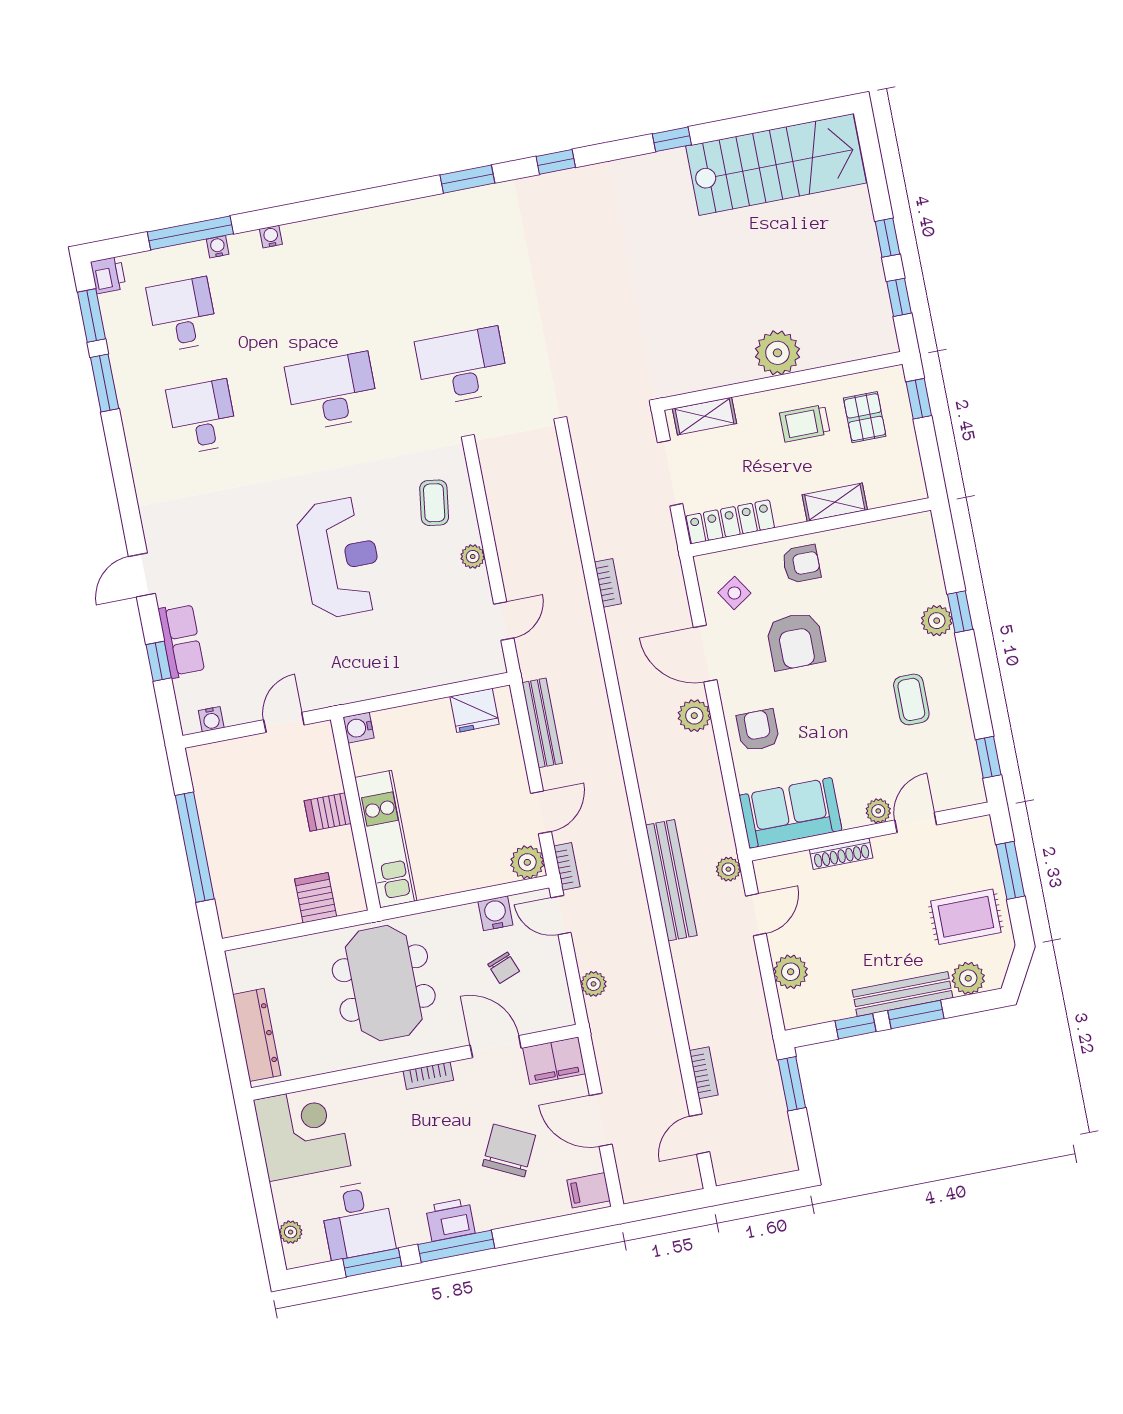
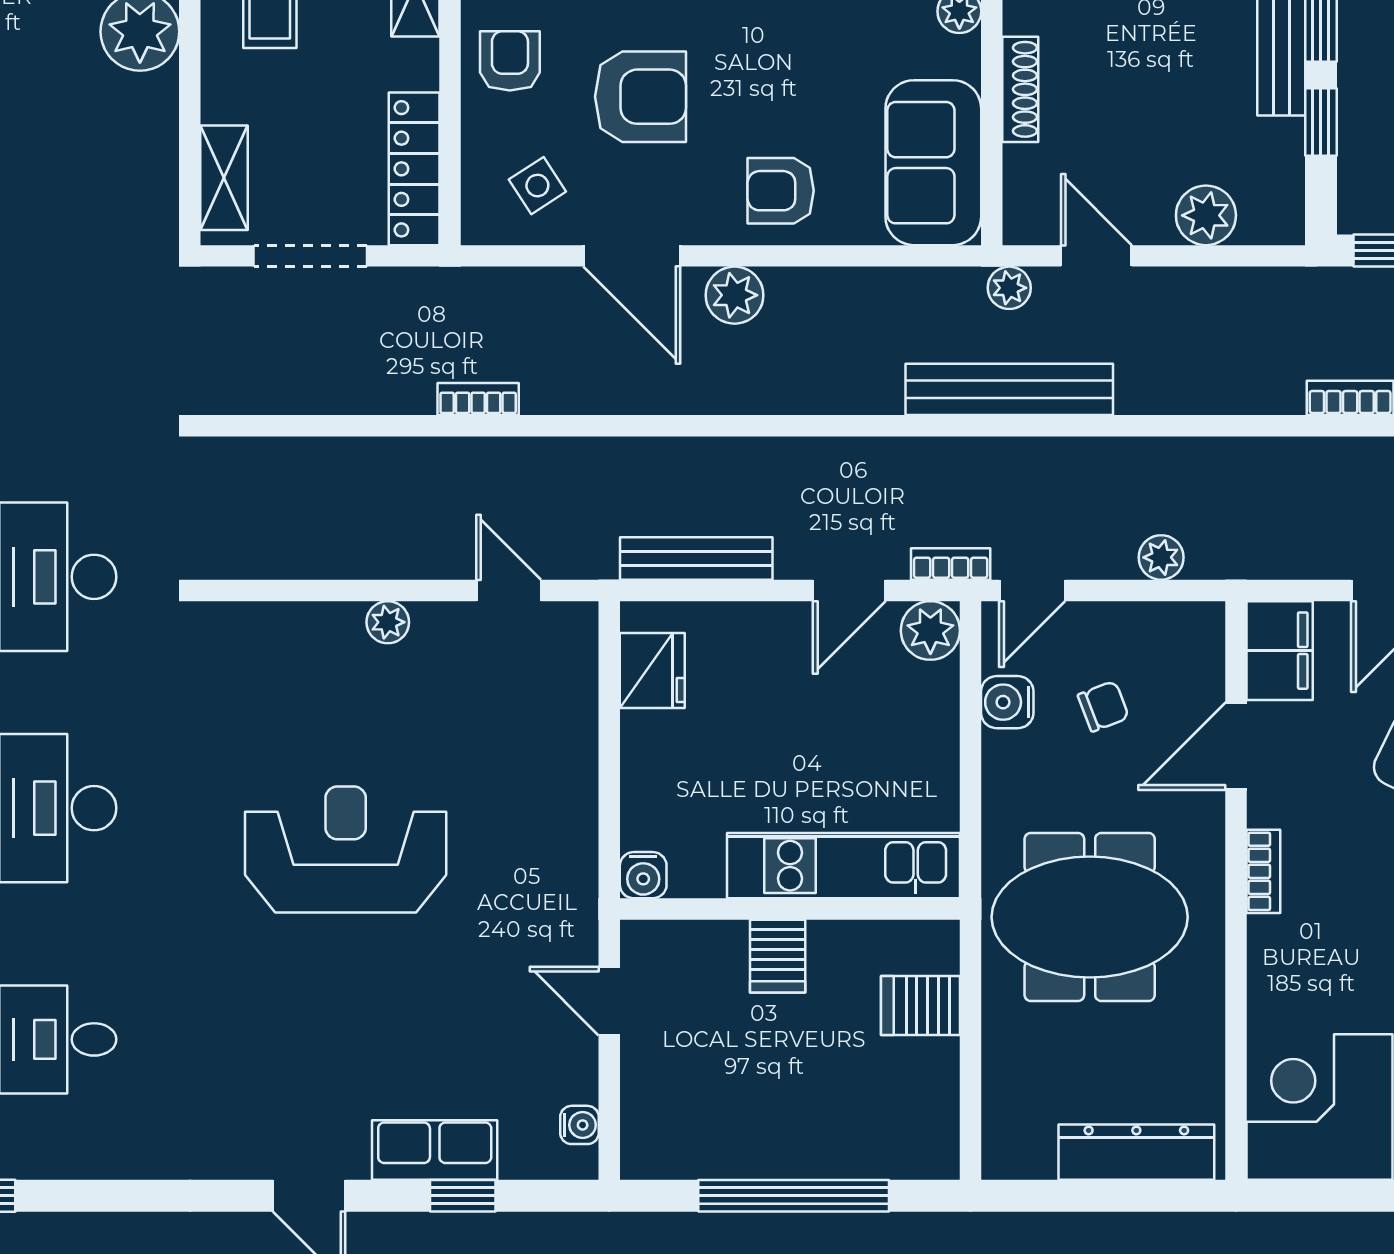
coffee table: (434, 503) -> (283, 670), removed
door: (705, 654) -> (632, 256), hinge flipped
door: (541, 812) -> (849, 590), swing flipped

